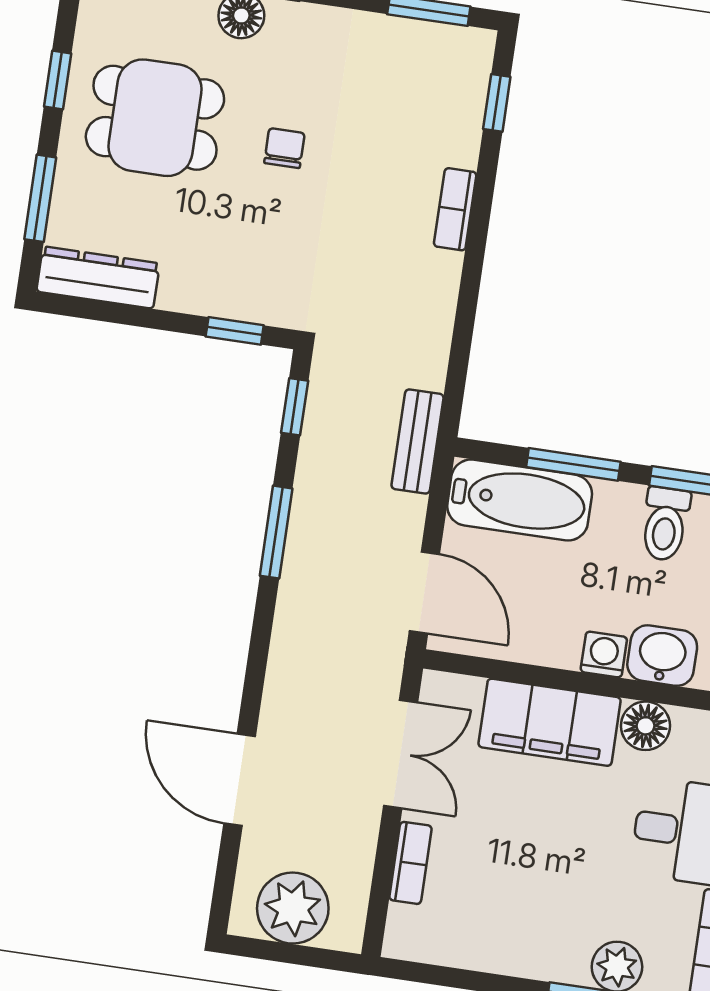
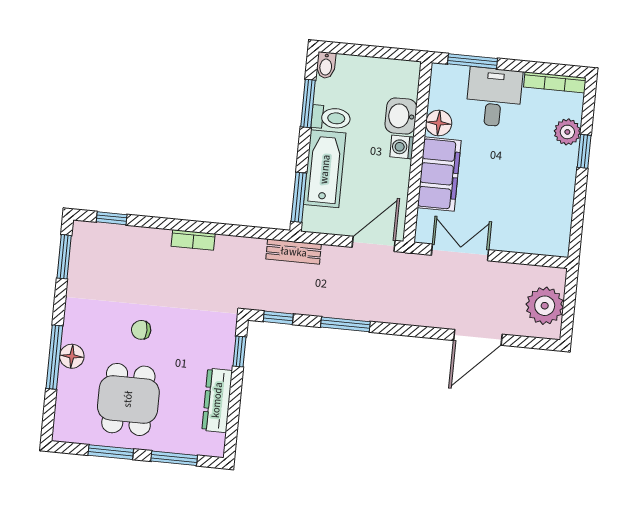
window: (58, 80) -> (111, 452), width x1.50
bookcase: (455, 209) -> (193, 240), moved
dresser: (98, 277) -> (217, 400), moved
window: (573, 464) -> (299, 197), moved
bathtub: (520, 500) -> (325, 169), moved
bookcase: (411, 863) -> (518, 244), removed

